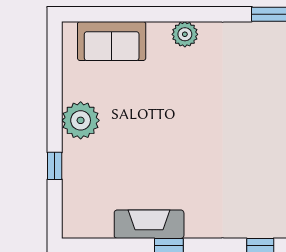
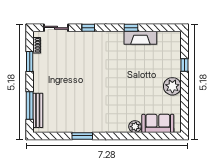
plant: (185, 34) -> (135, 127), moved

